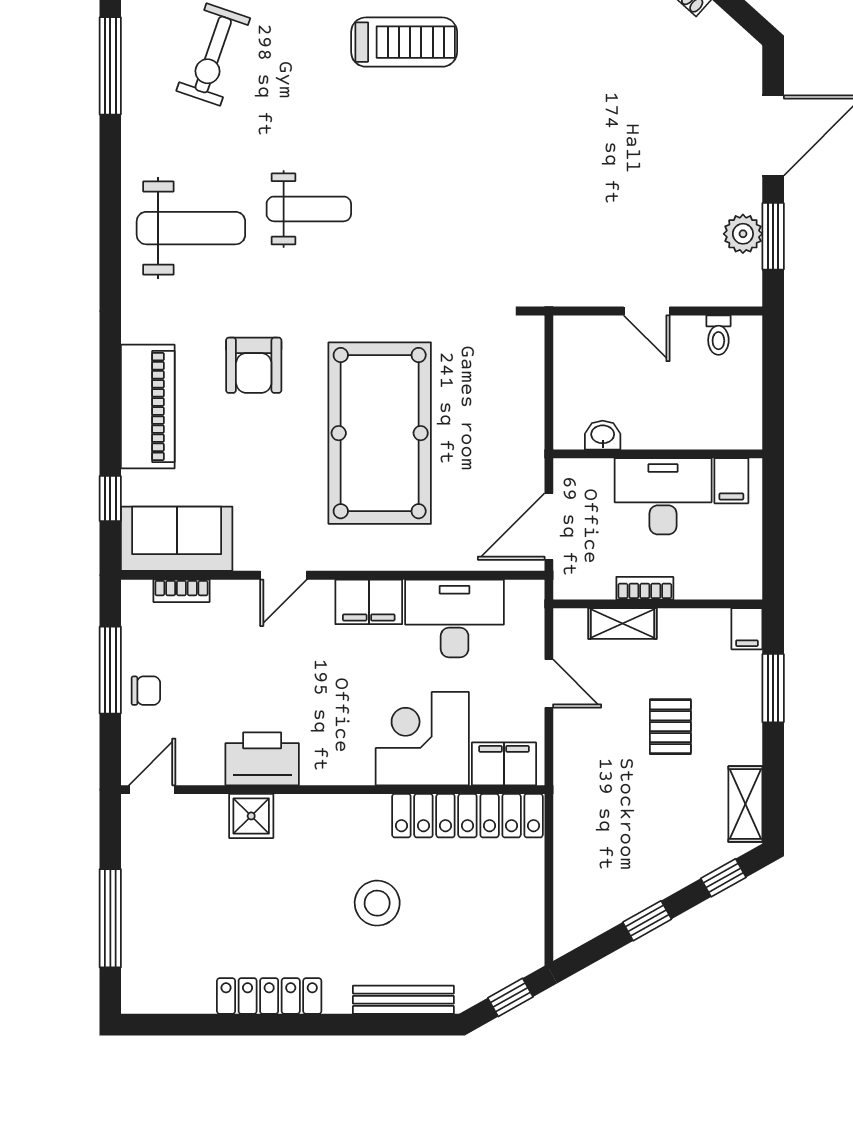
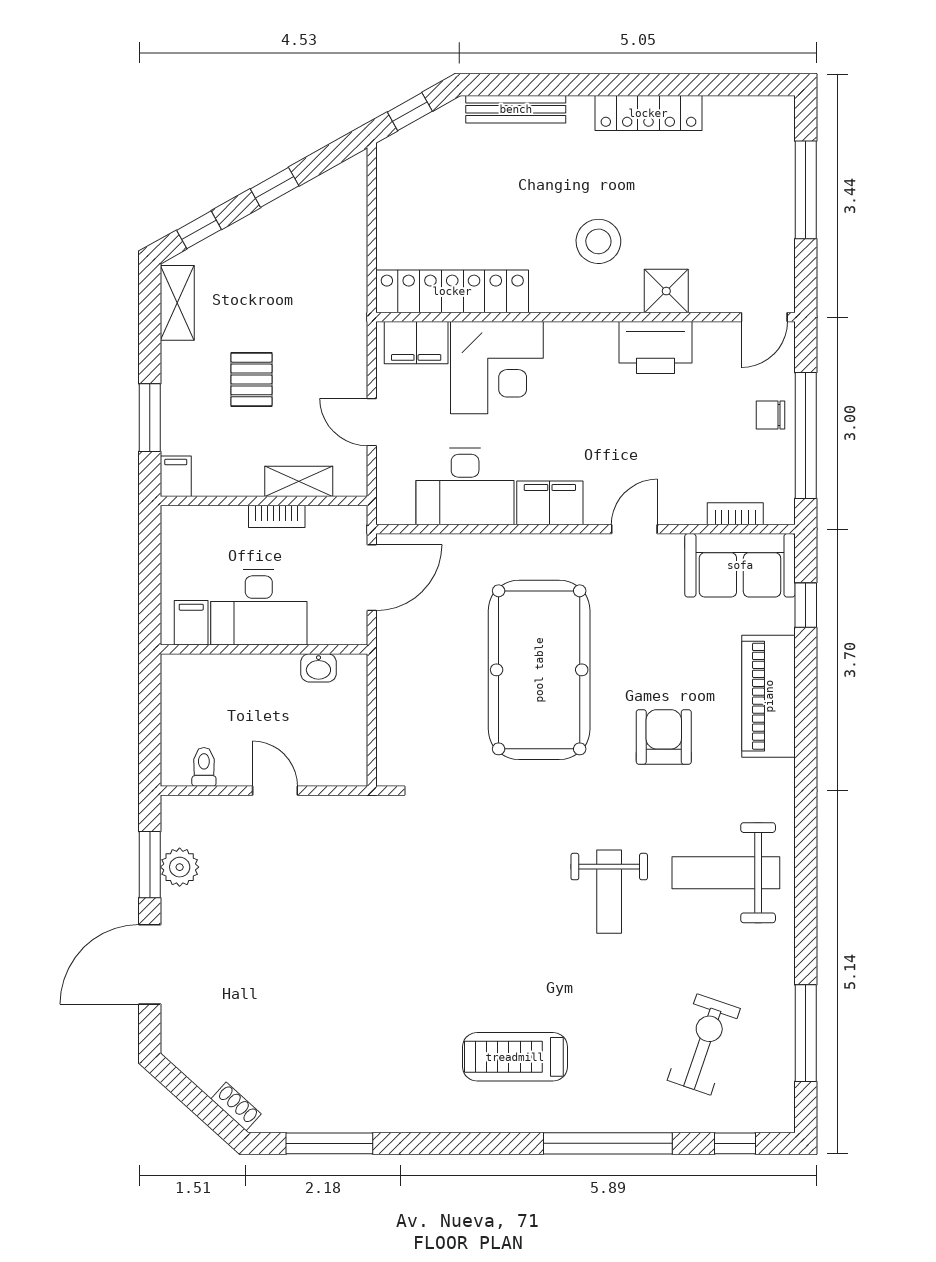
weight bench: (309, 209) -> (609, 892), turned -90
window: (110, 670) -> (806, 435), width x1.46
stool: (377, 903) -> (598, 241), moved

